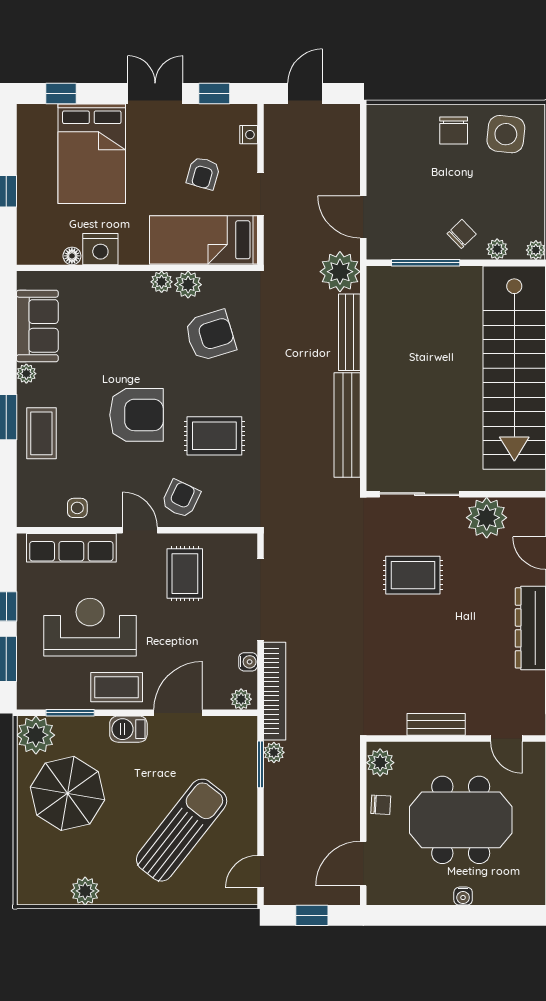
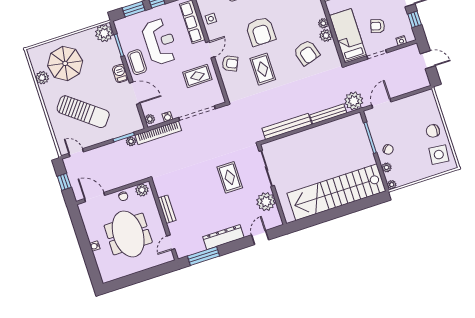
parasol: (67, 793) -> (65, 63), moved

